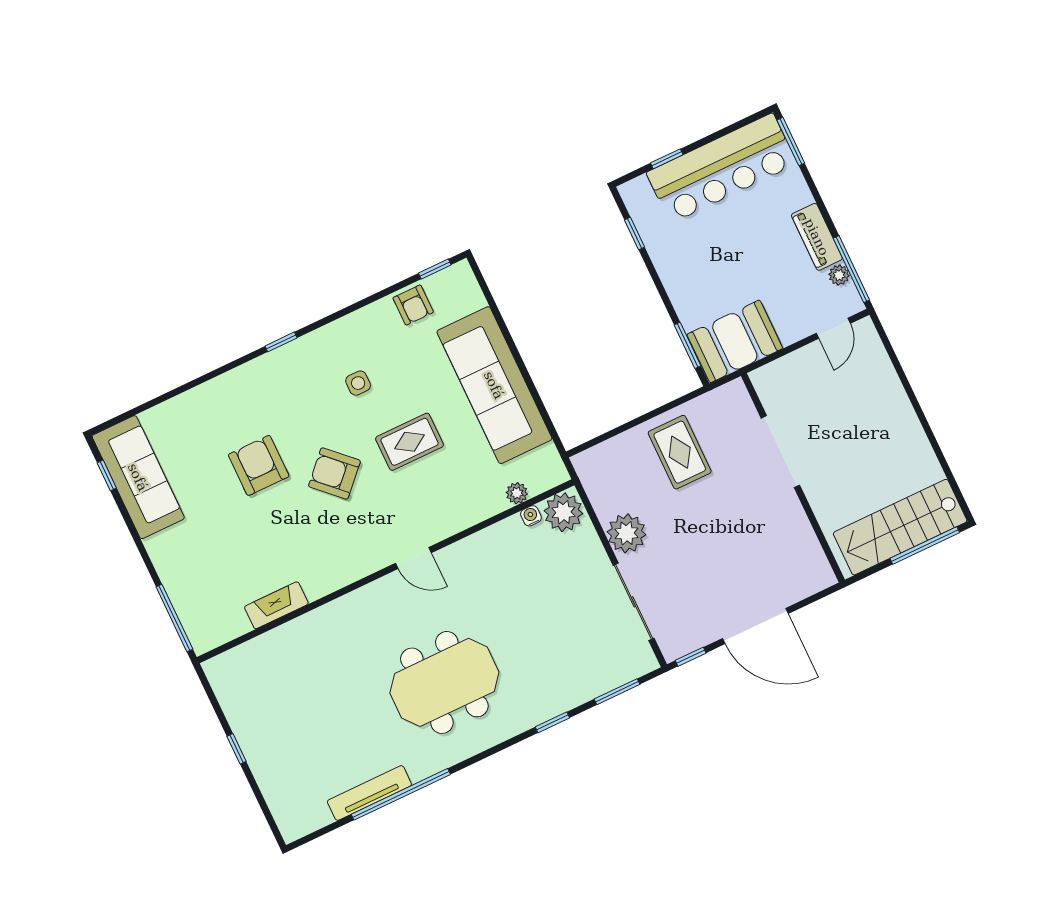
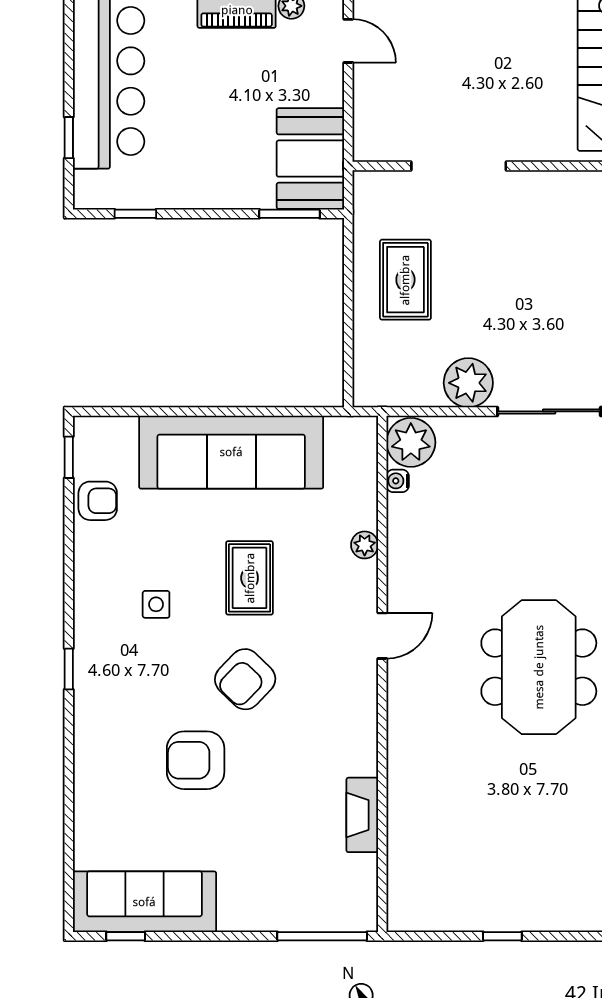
rug: (680, 452) -> (405, 280), turned 90
plant: (517, 493) -> (365, 545), moved

